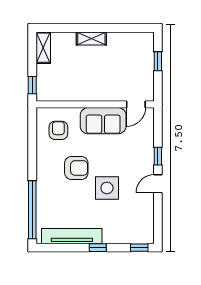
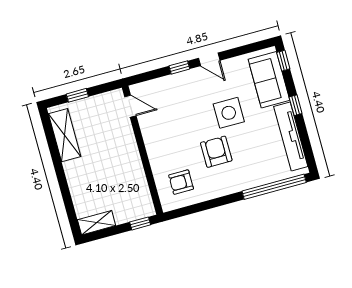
shelving: (91, 39) -> (65, 135), moved, width x1.50, depth x1.33
sofa: (103, 121) -> (269, 80), moved, turned 180

